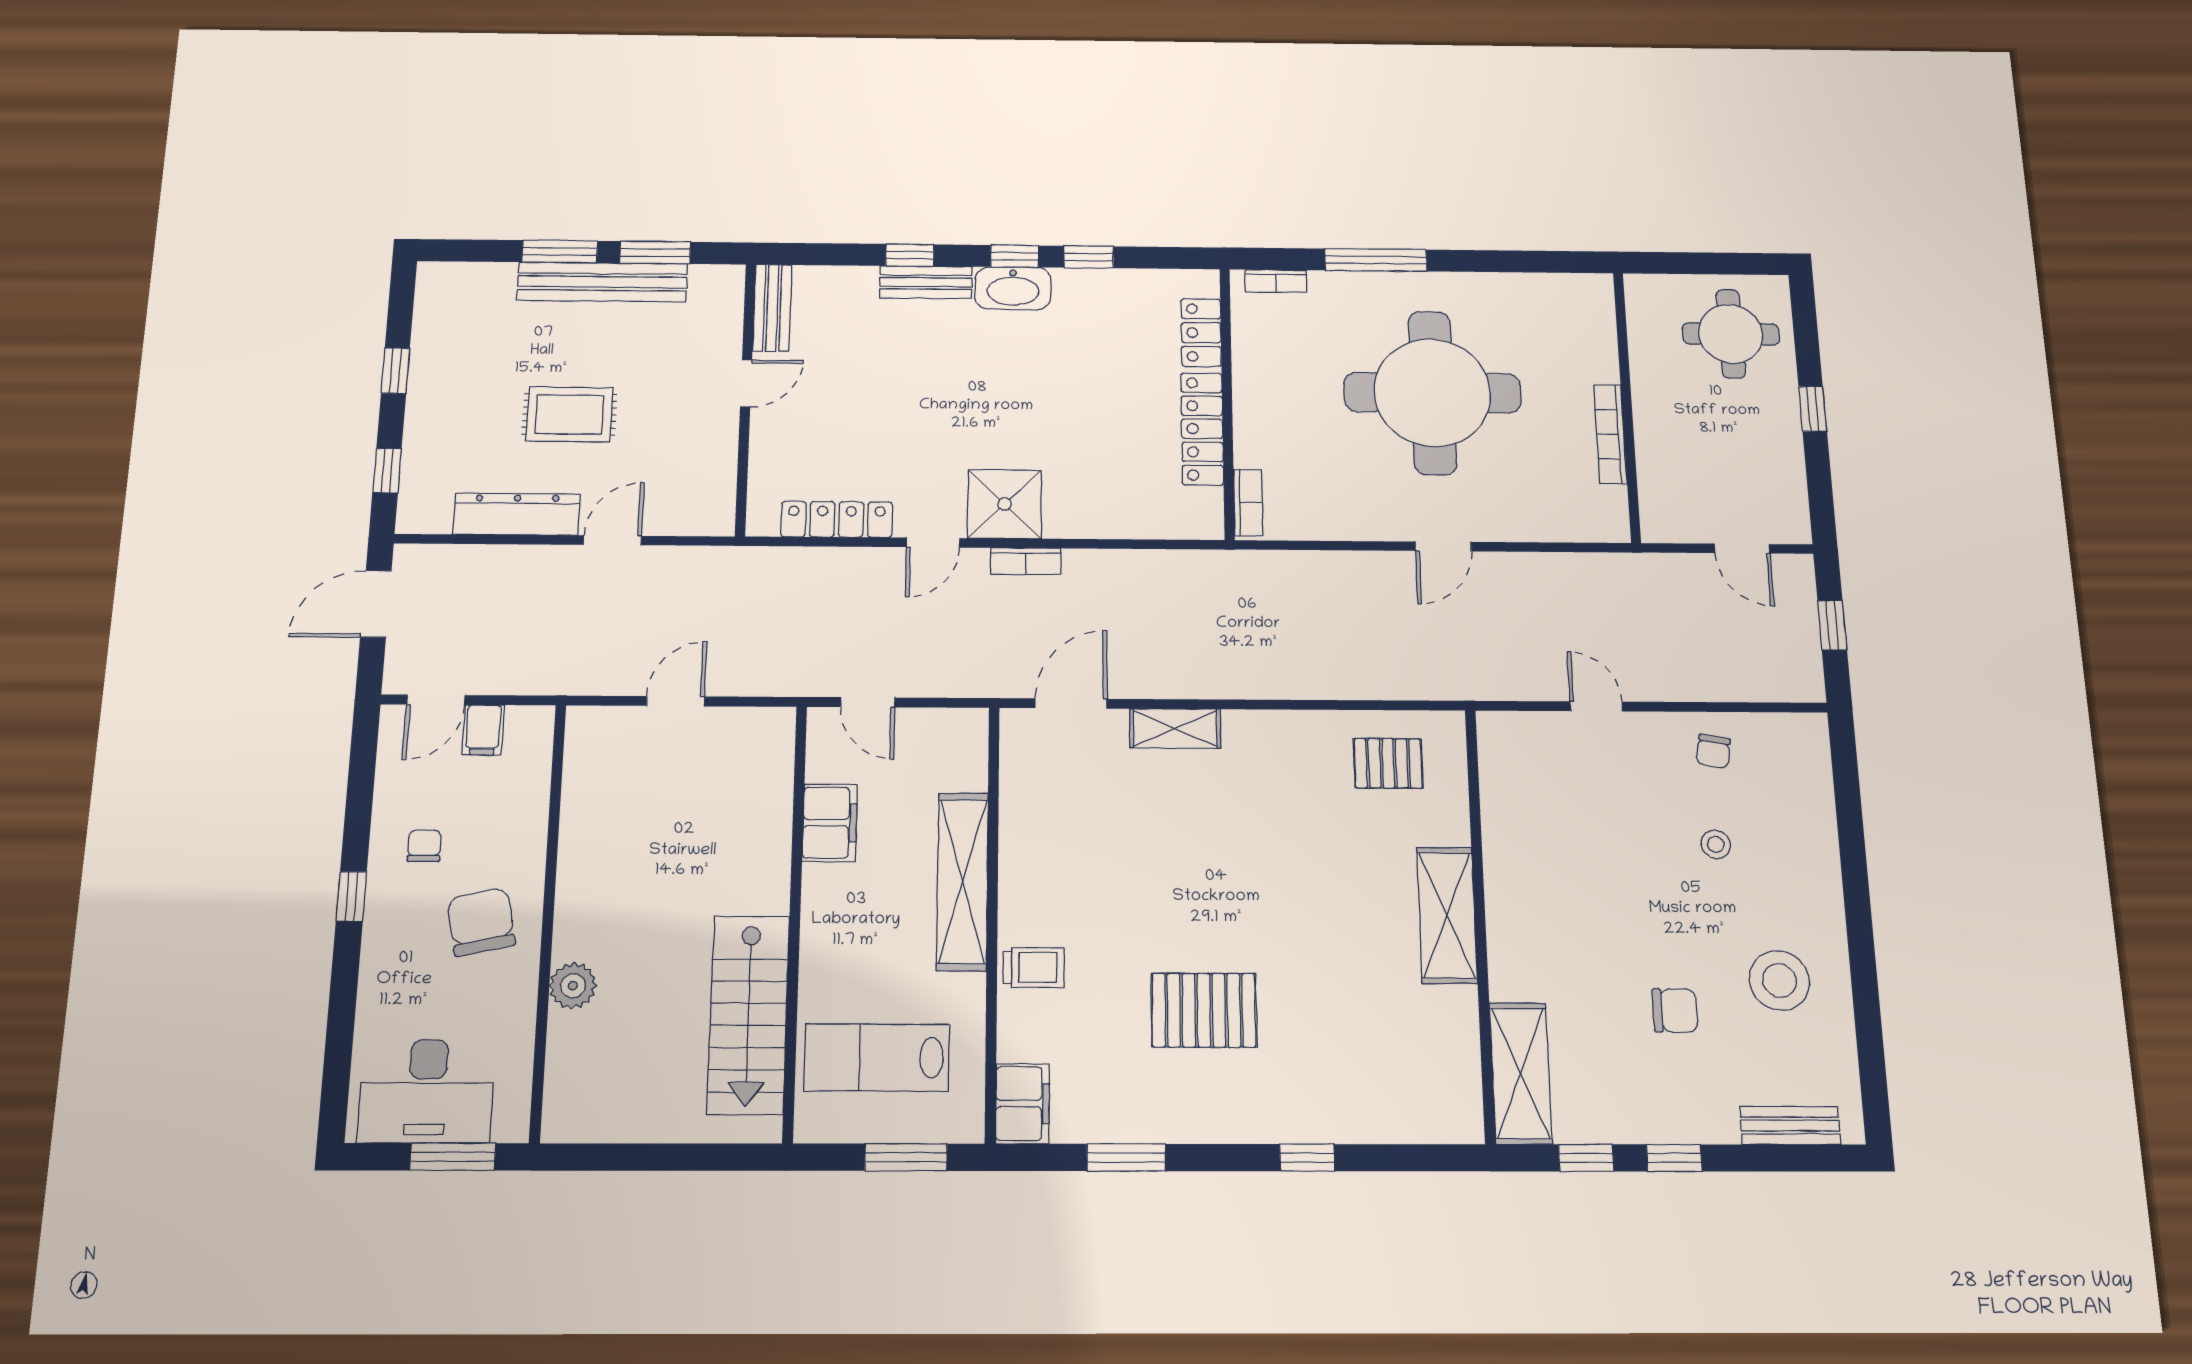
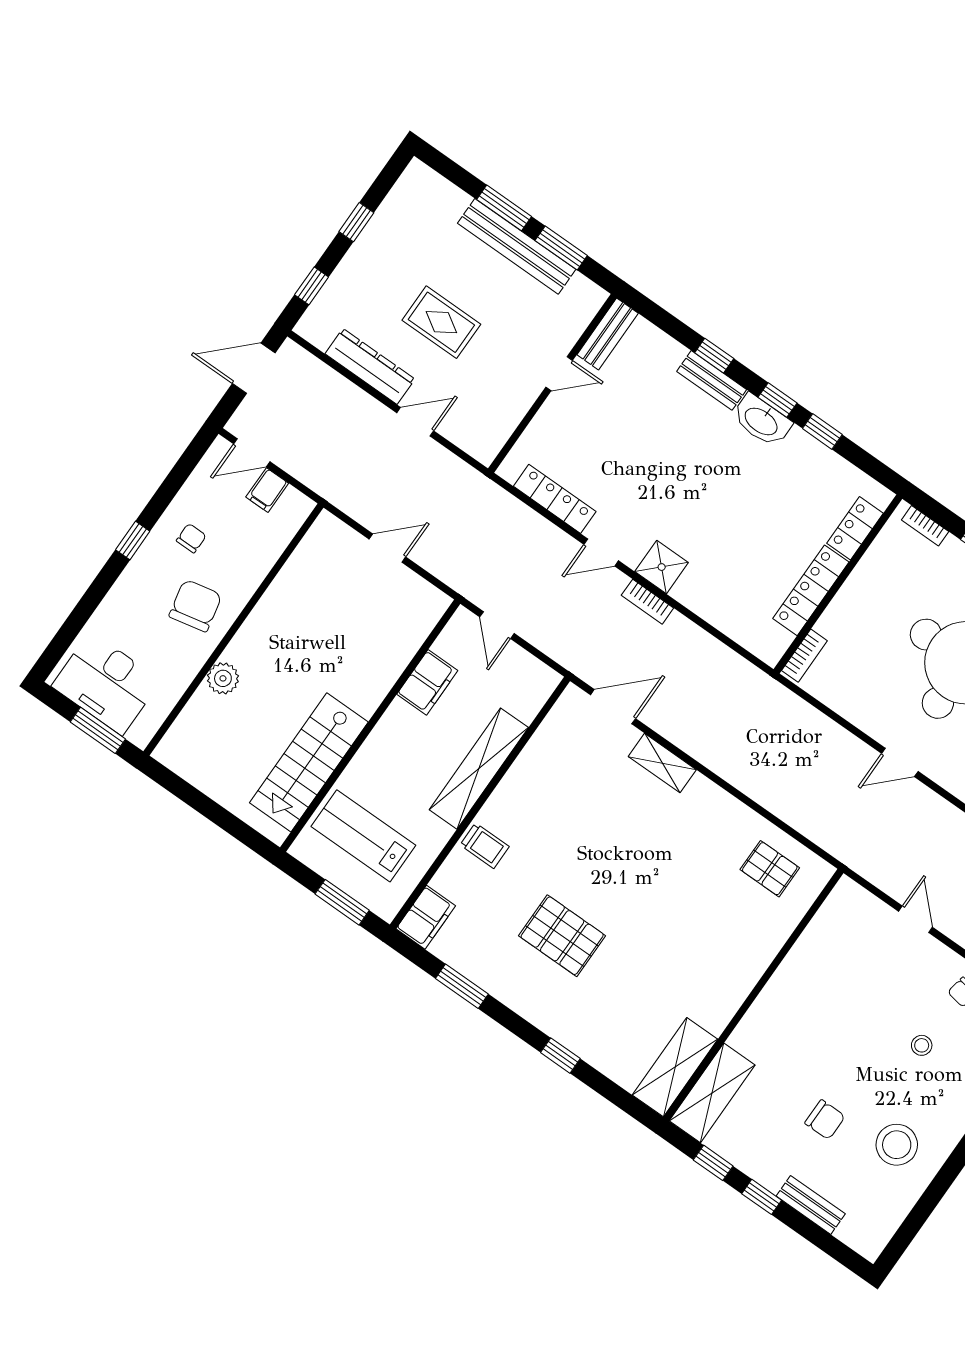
shower: (1005, 504) -> (662, 567), width x0.73, depth x0.73
shelving: (1447, 915) -> (675, 1067), moved
bench: (1790, 1126) -> (811, 1205), moved

